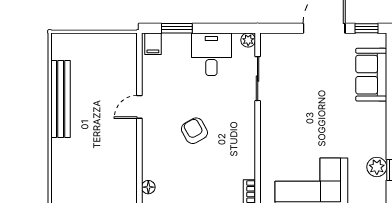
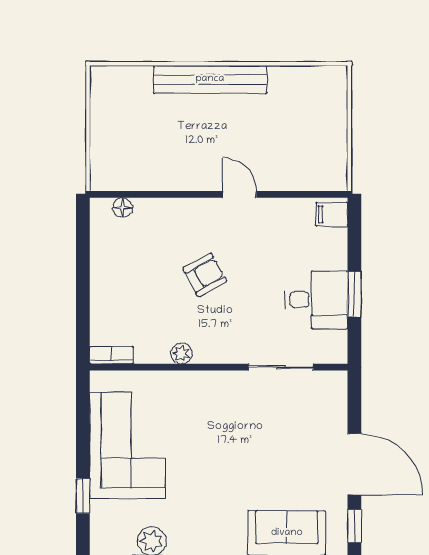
window: (177, 28) -> (354, 294), moved
plant: (248, 40) -> (181, 353), moved
bench: (61, 99) -> (210, 79), moved

